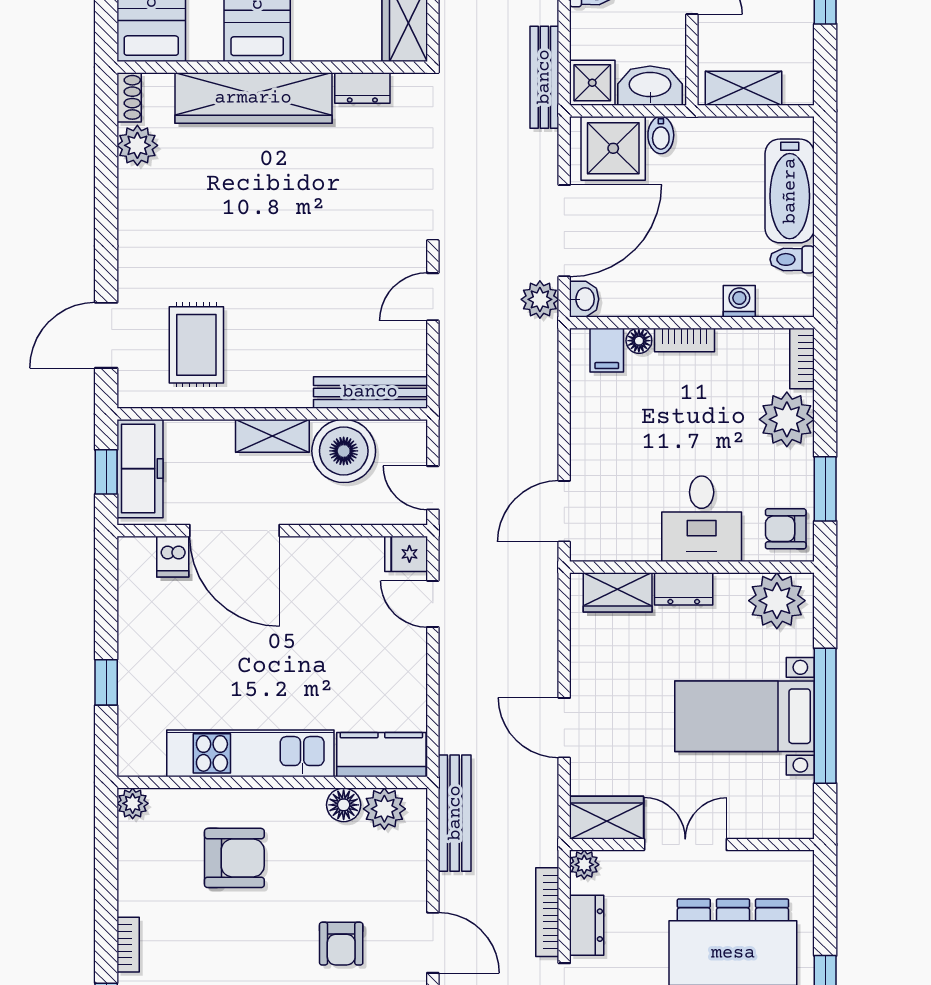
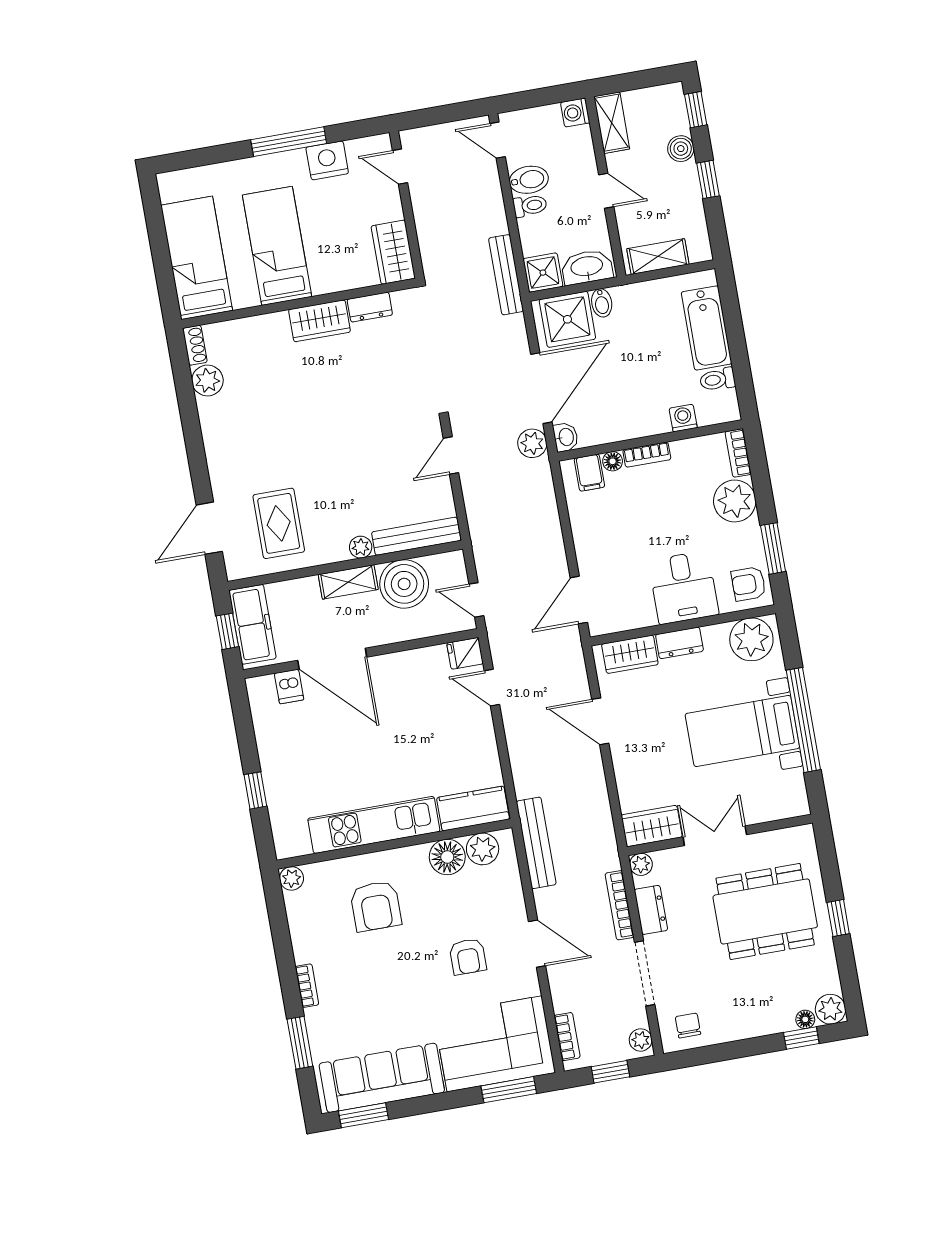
wardrobe: (253, 98) -> (319, 321), width x0.48, depth x0.85
plant: (296, 394) -> (361, 547), added
door: (564, 728) -> (600, 721), moved
floor lamp: (344, 805) -> (447, 857), width x1.38, depth x1.38
armchair: (234, 858) -> (376, 906), turned 90

